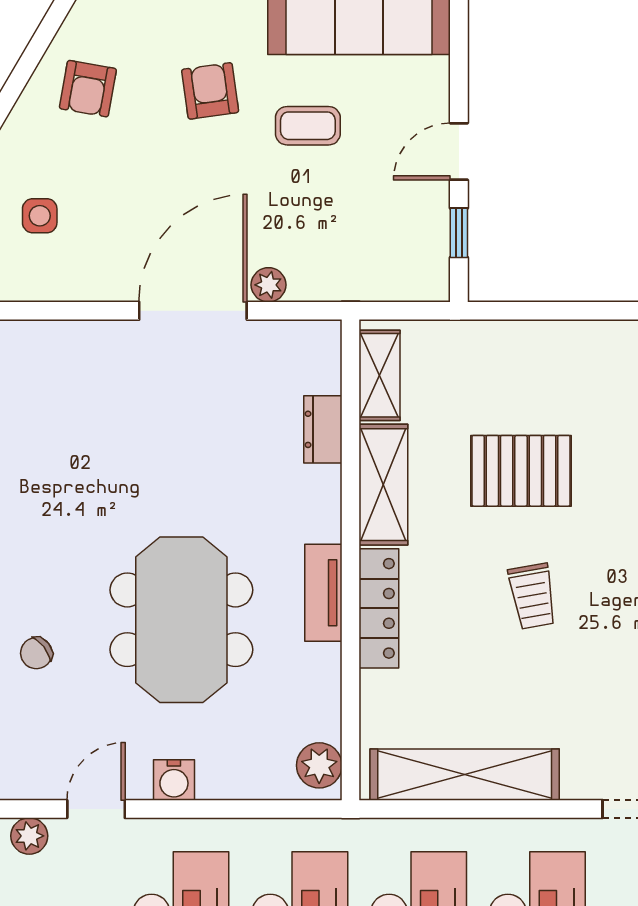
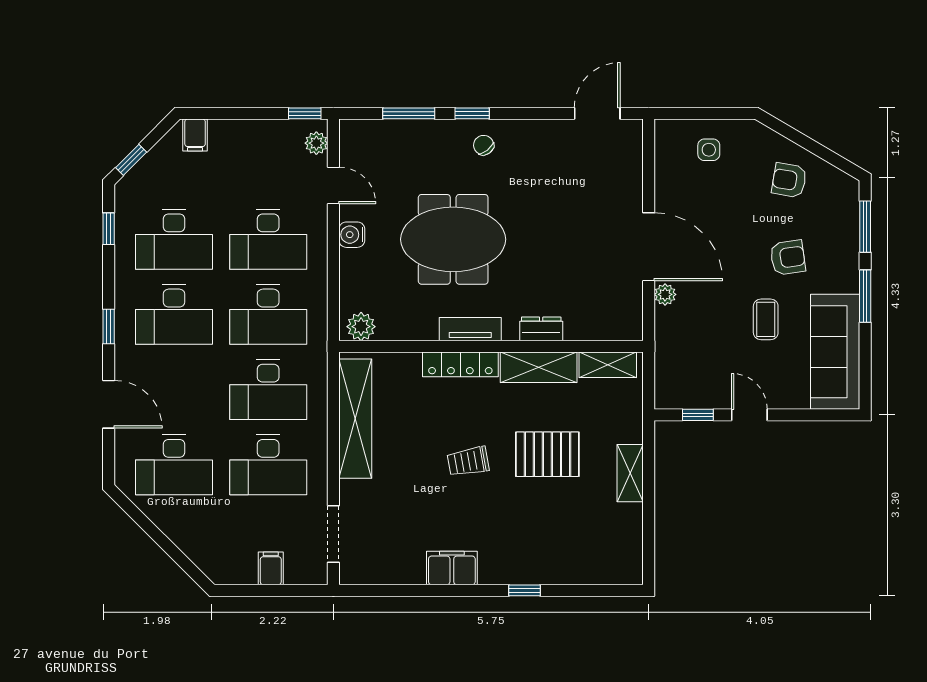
shelving: (551, 340) -> (630, 473), added
dresser: (323, 429) -> (541, 329), moved
pallet: (521, 471) -> (547, 454), turned 90
chair: (36, 653) -> (484, 145), moved

